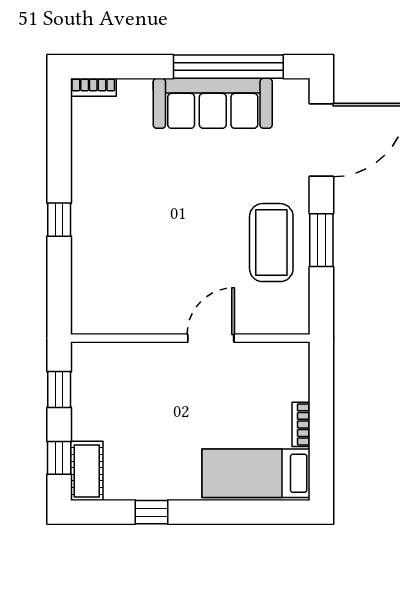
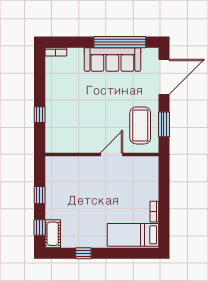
wall: (190, 338) -> (102, 154), moved
door: (211, 338) -> (111, 154), moved

